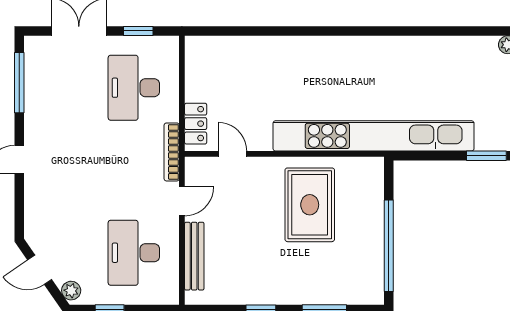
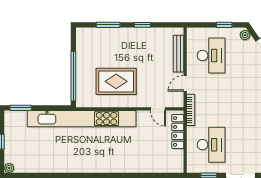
locker: (196, 124) -> (178, 131), width x1.53
rug: (310, 205) -> (116, 81), turned 90
window: (389, 246) -> (73, 76), moved

